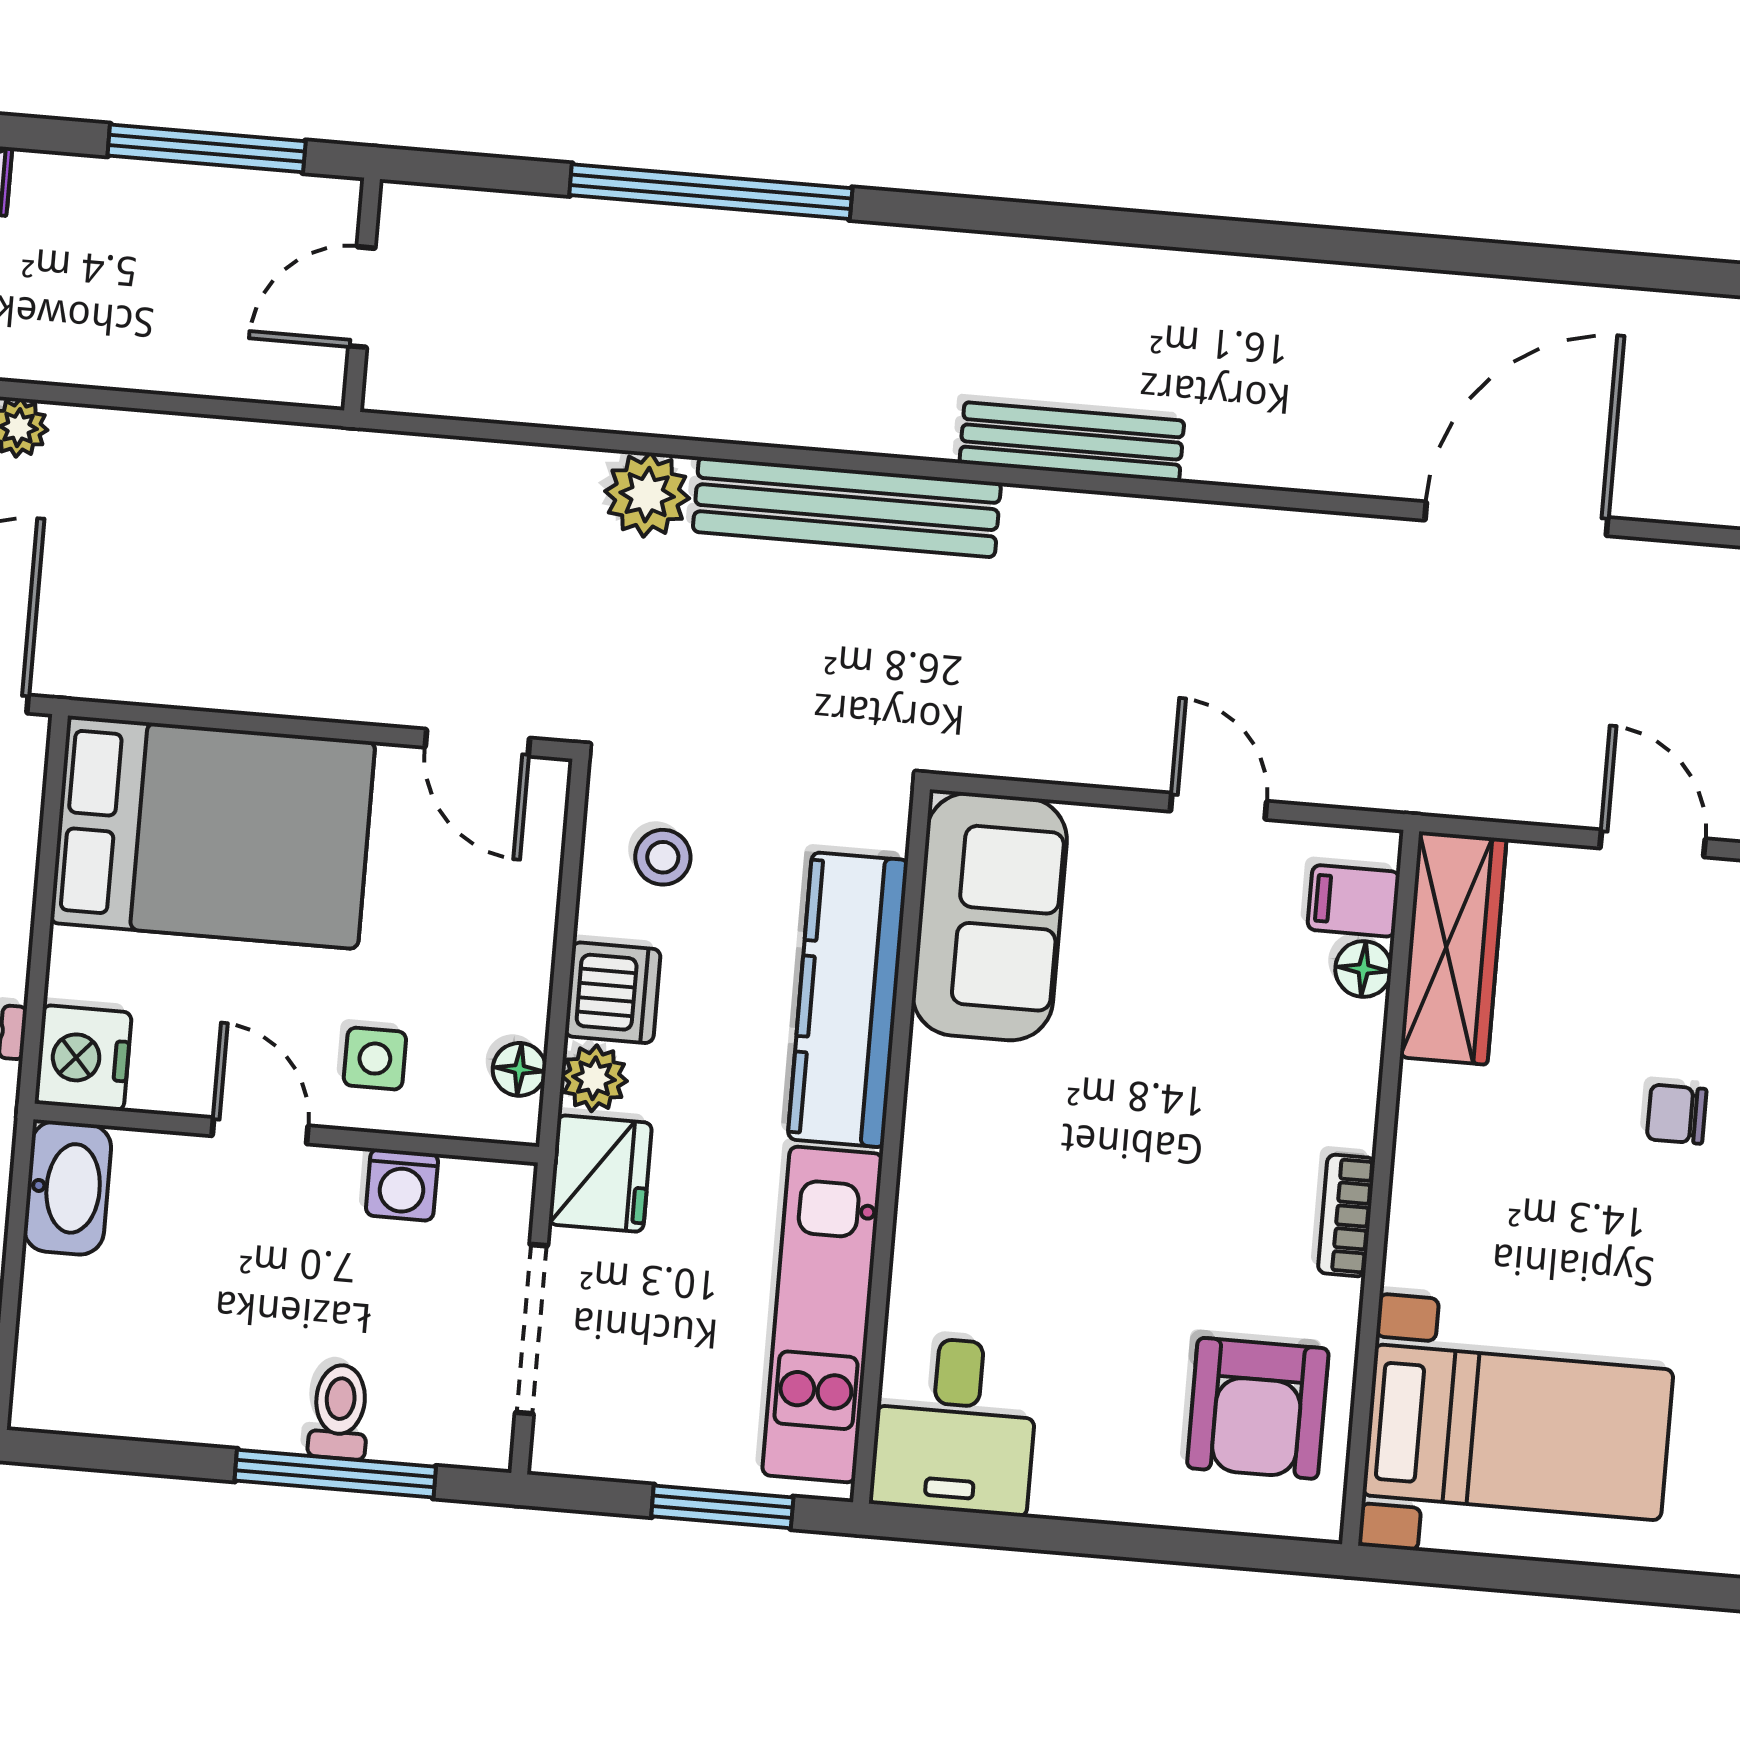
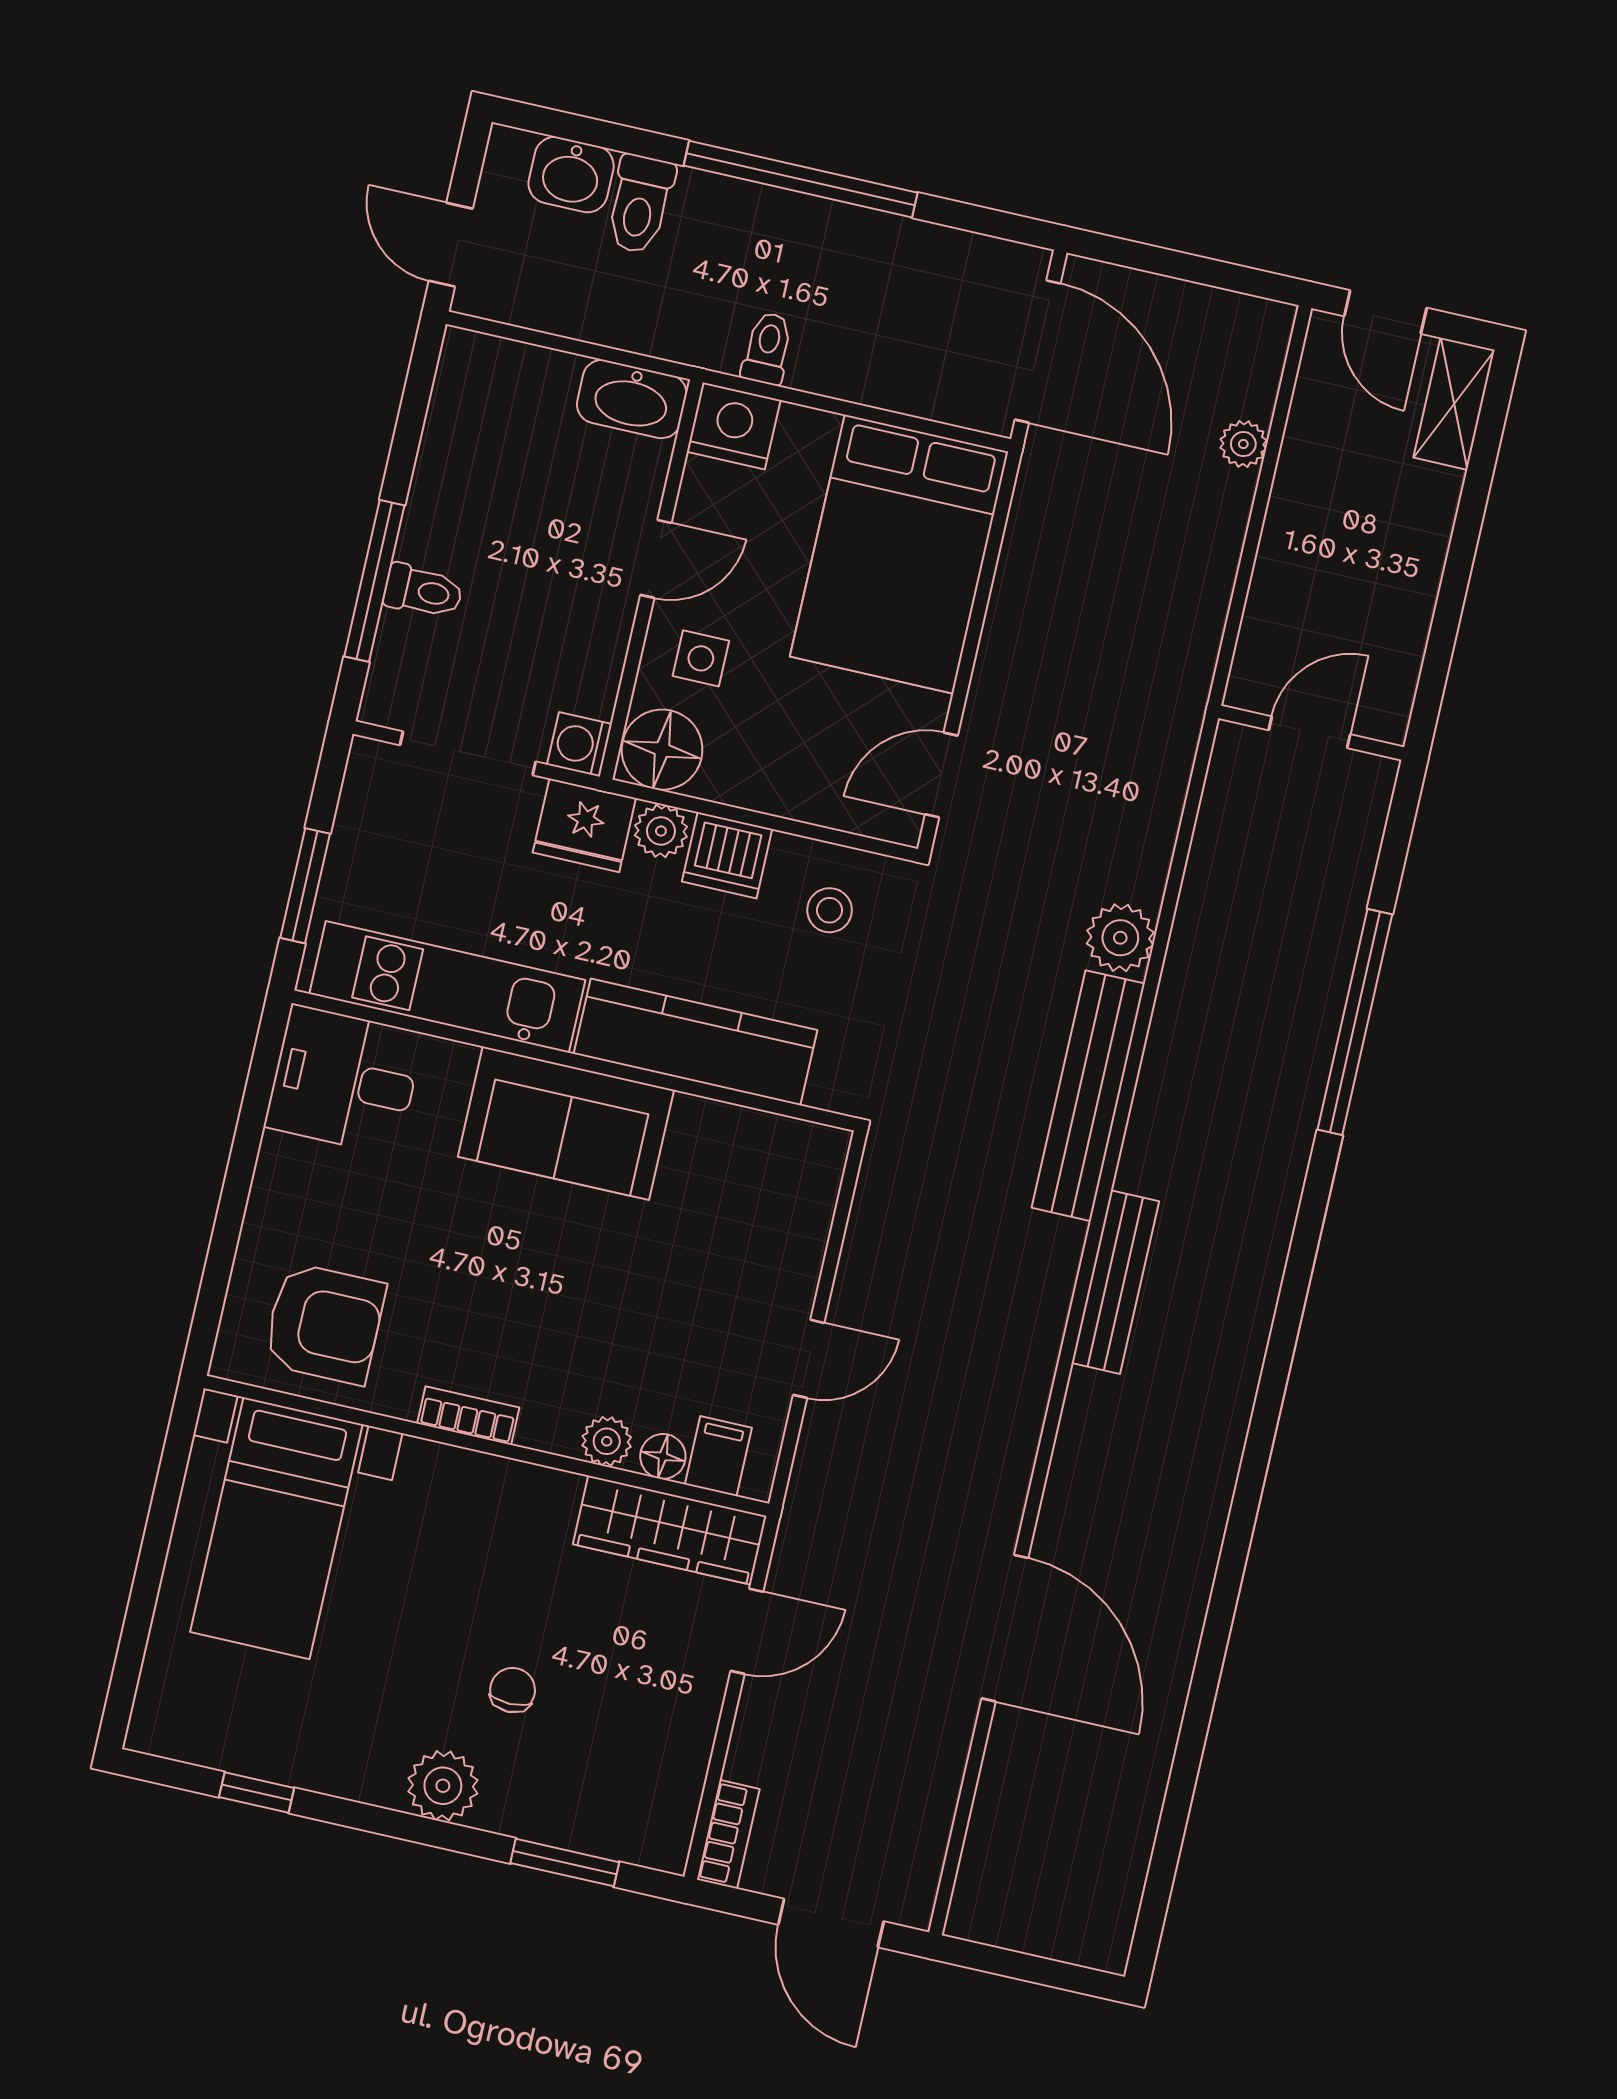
window: (207, 148) -> (1445, 625), removed
door: (362, 297) -> (1309, 732), hinge flipped
door: (1653, 843) -> (747, 1631), moved
sofa: (990, 917) -> (566, 1123), moved
plant: (1354, 1041) -> (607, 1441), added
floor lamp: (519, 1069) -> (662, 750), width x1.89, depth x1.89
washing machine: (402, 1185) -> (580, 744), moved
armchair: (1258, 1408) -> (324, 1324), turned 180

